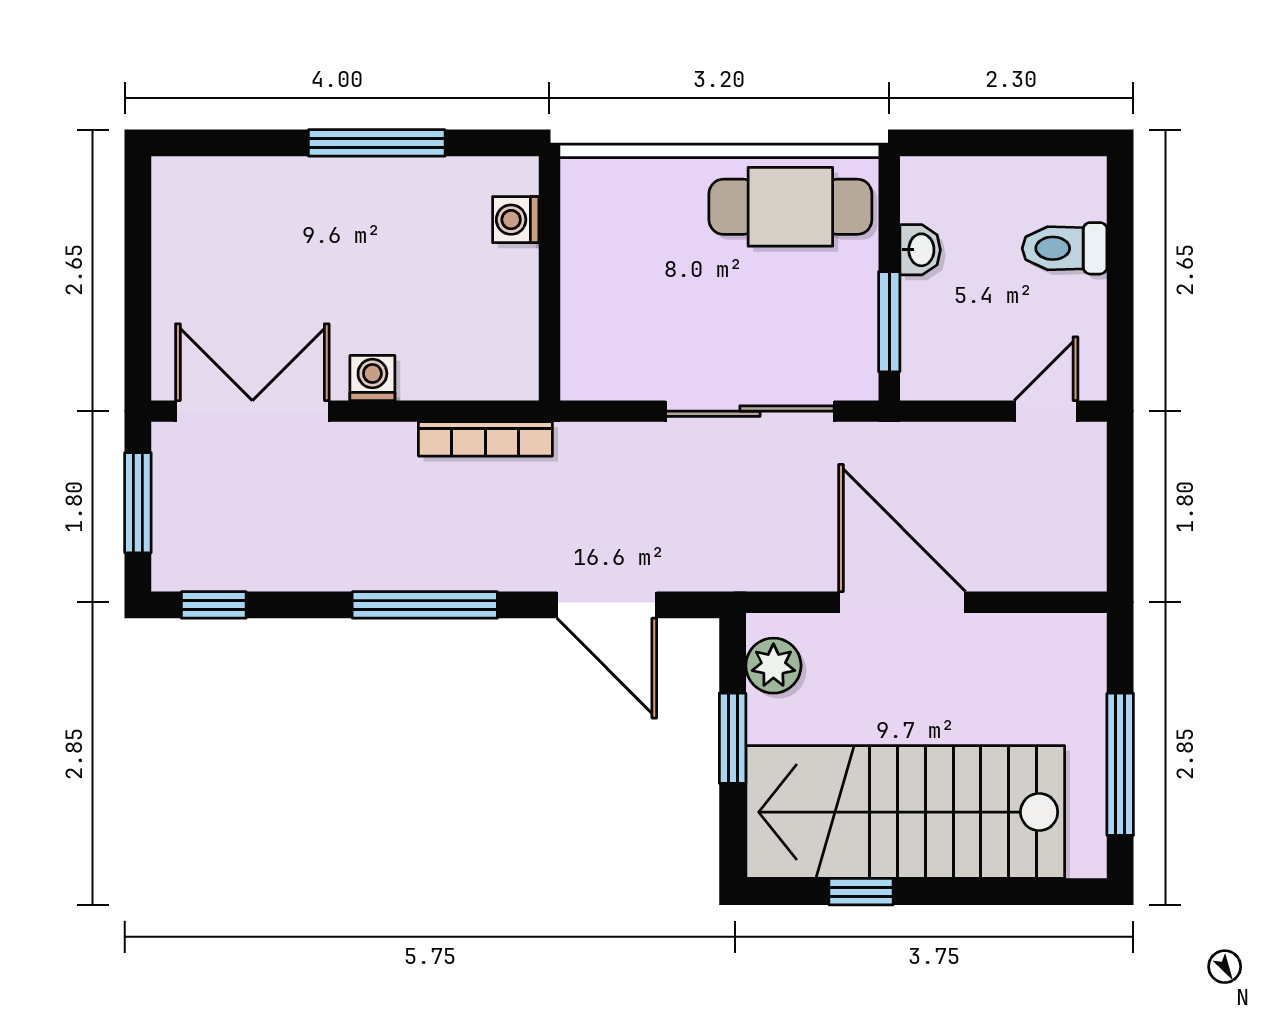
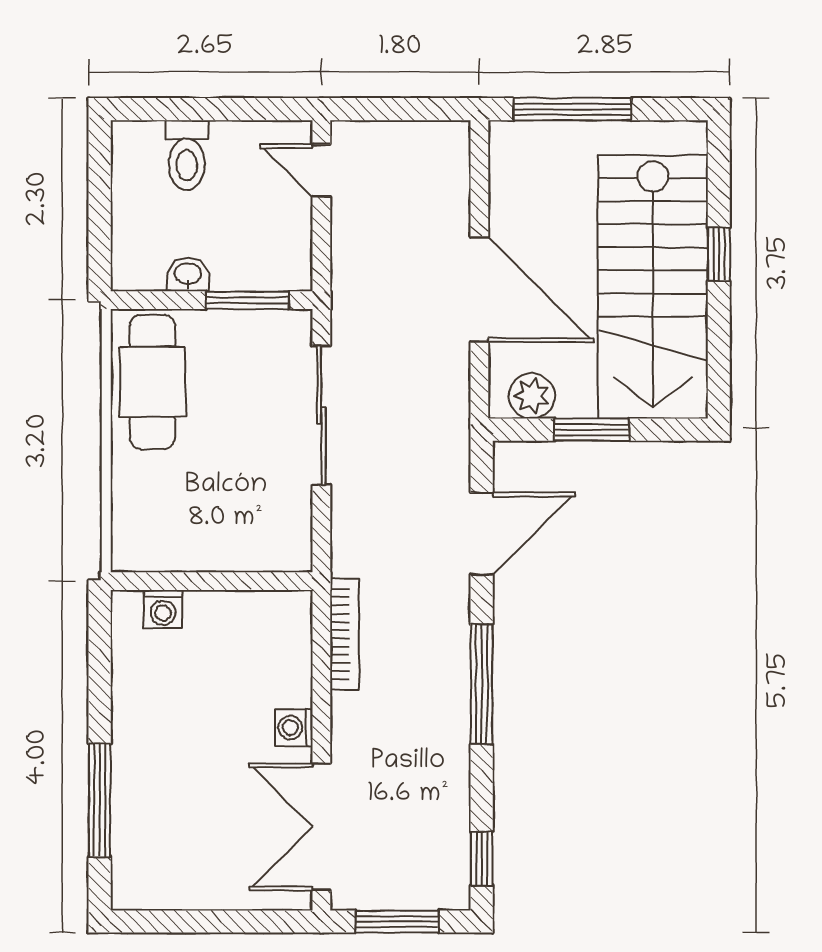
window: (377, 143) -> (100, 800), moved
door: (902, 602) -> (479, 290), swing flipped
window: (1120, 764) -> (573, 109), moved
window: (861, 892) -> (719, 254), moved

